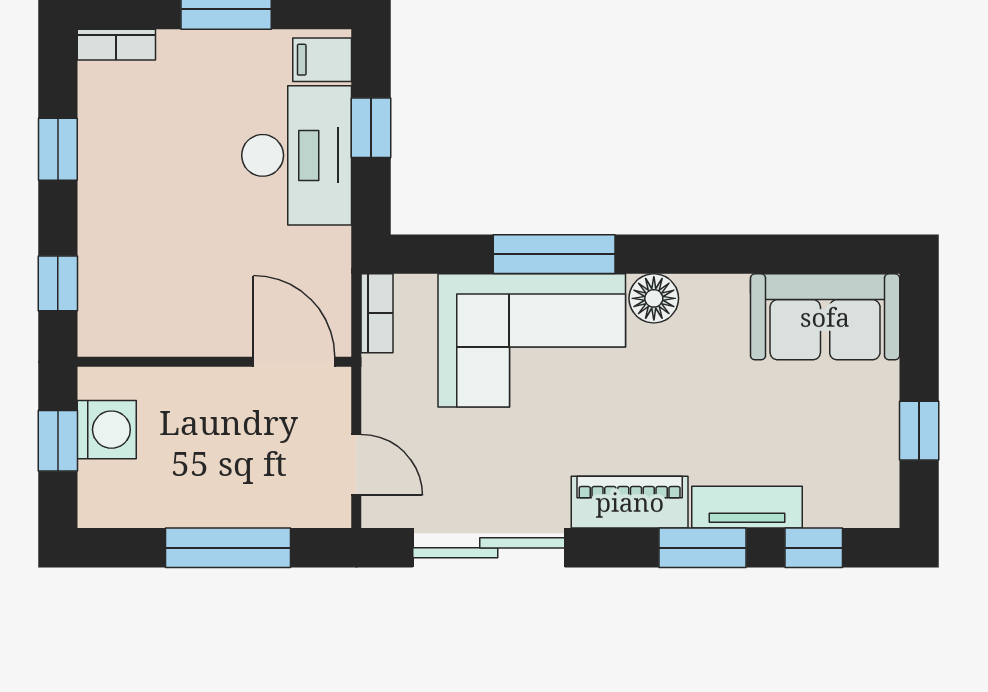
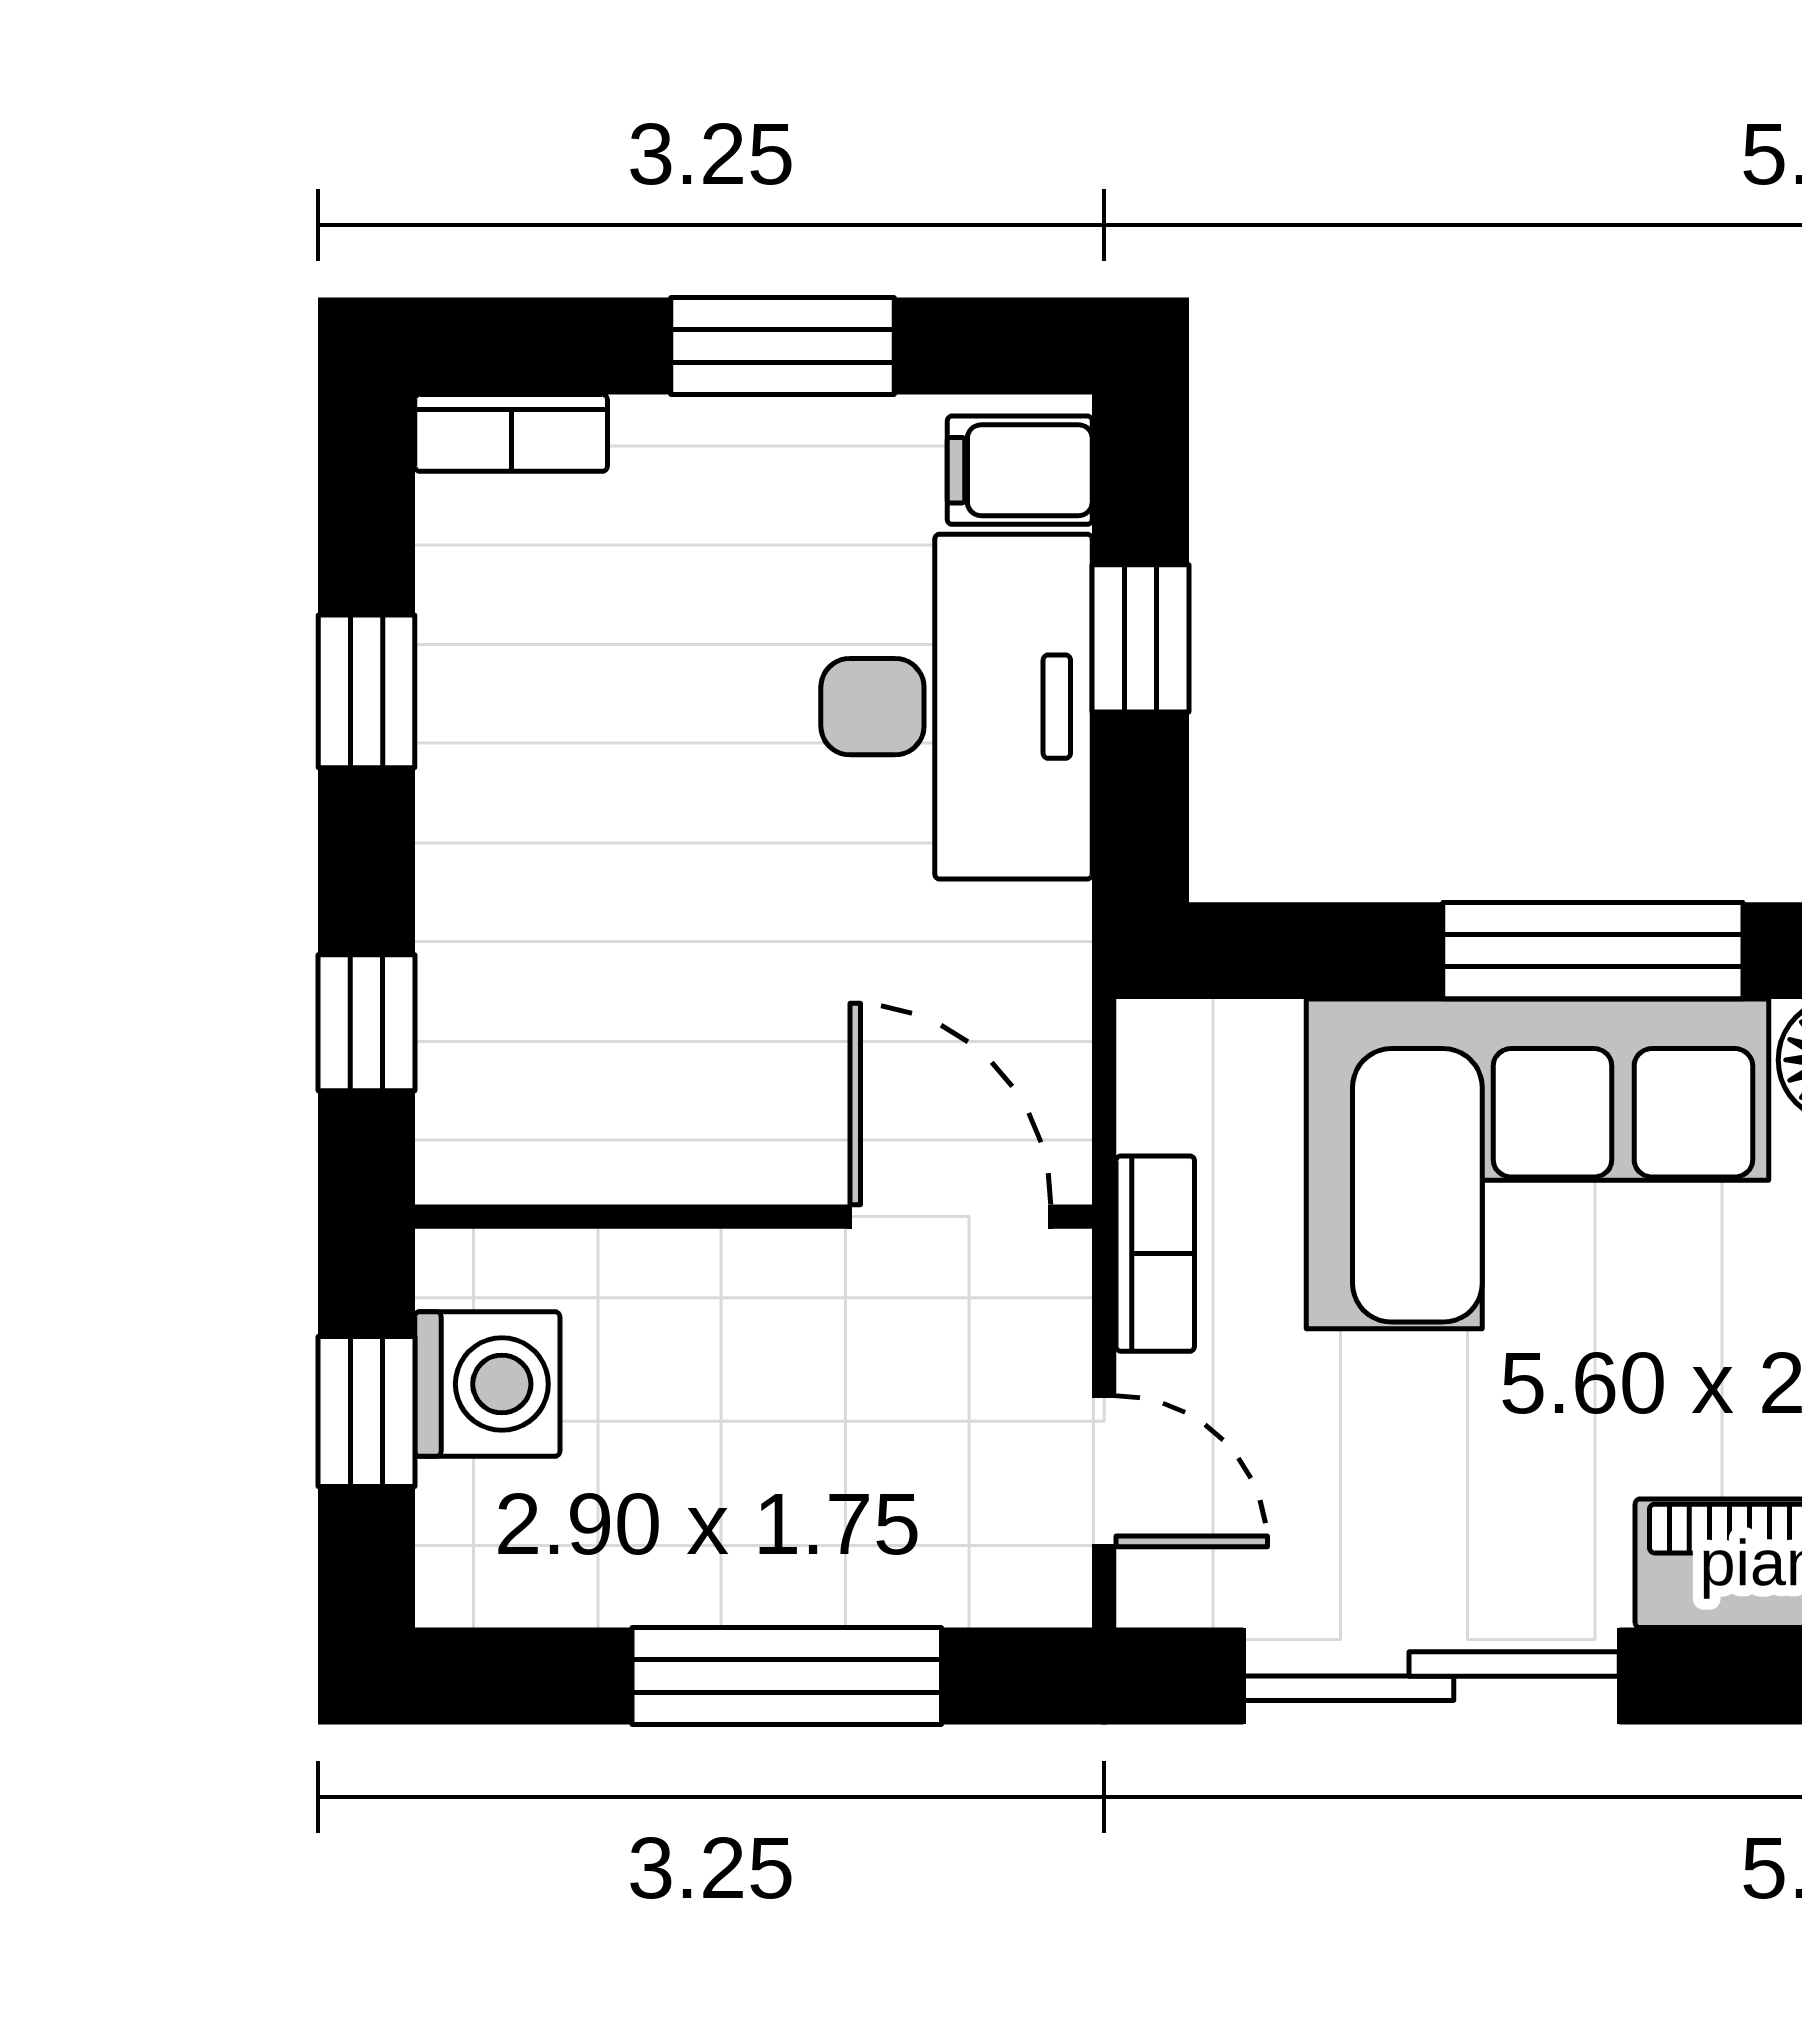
bookcase: (377, 313) -> (1155, 1254), moved

